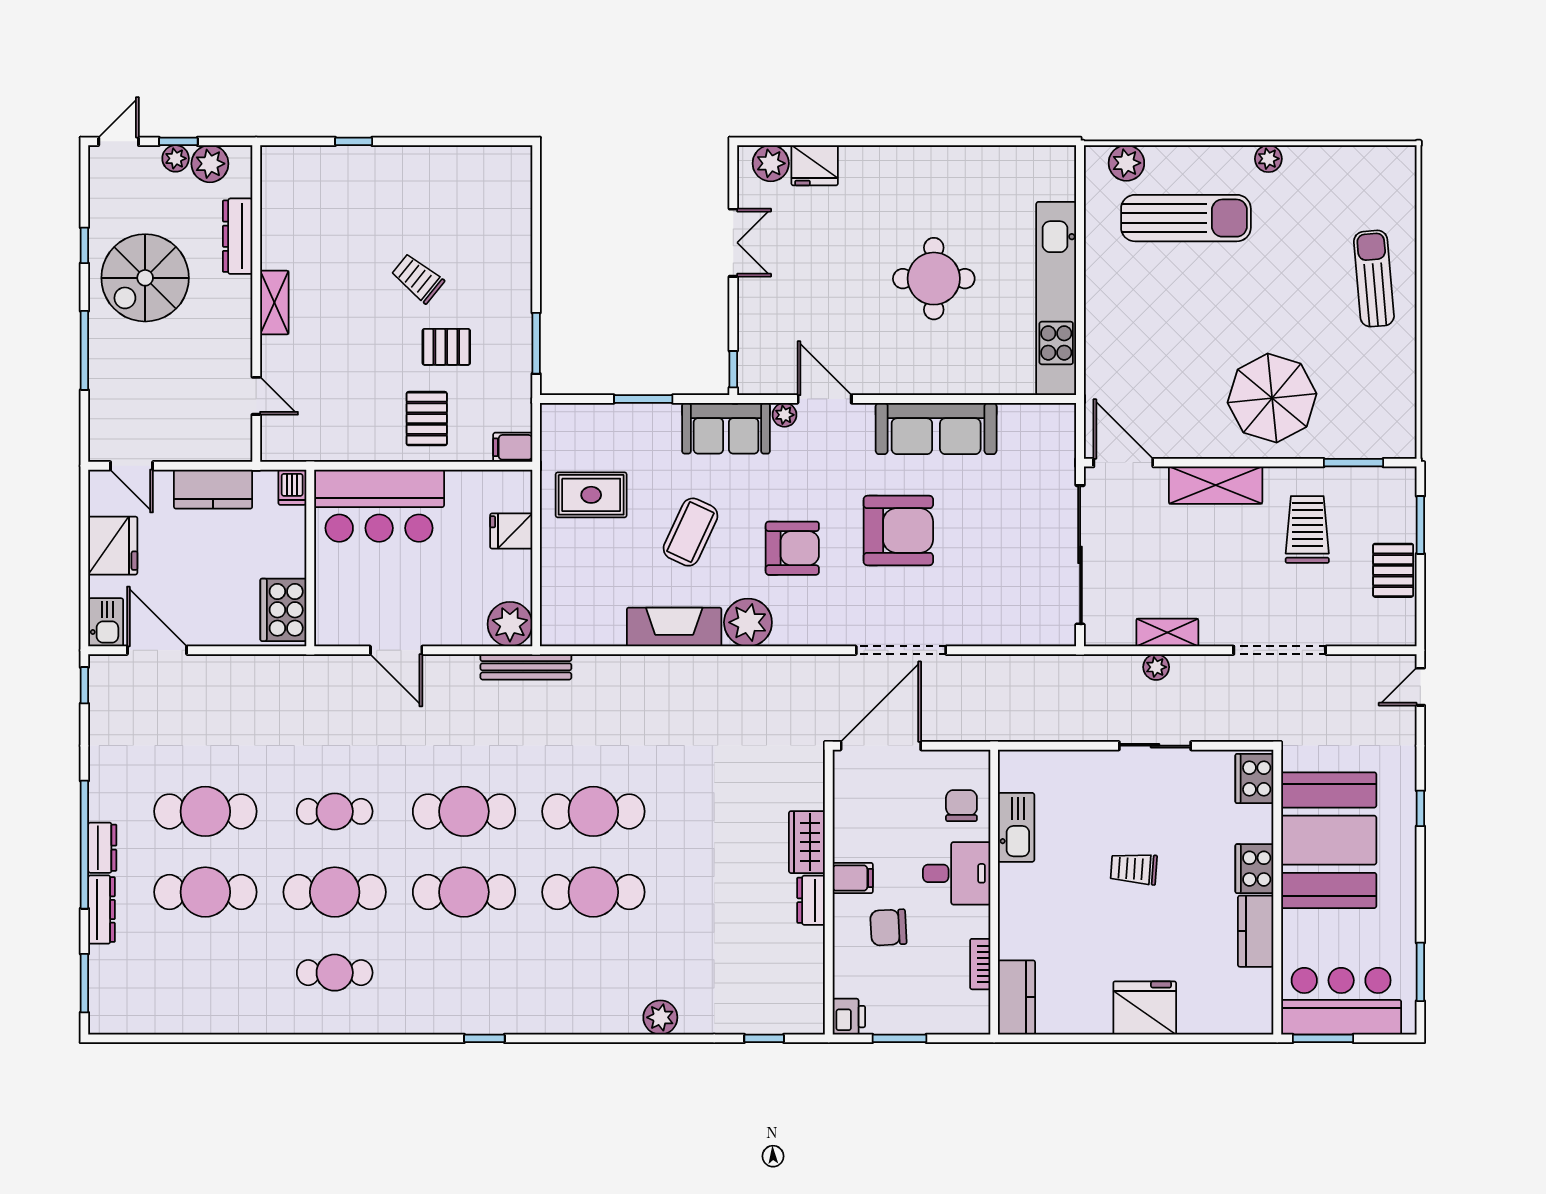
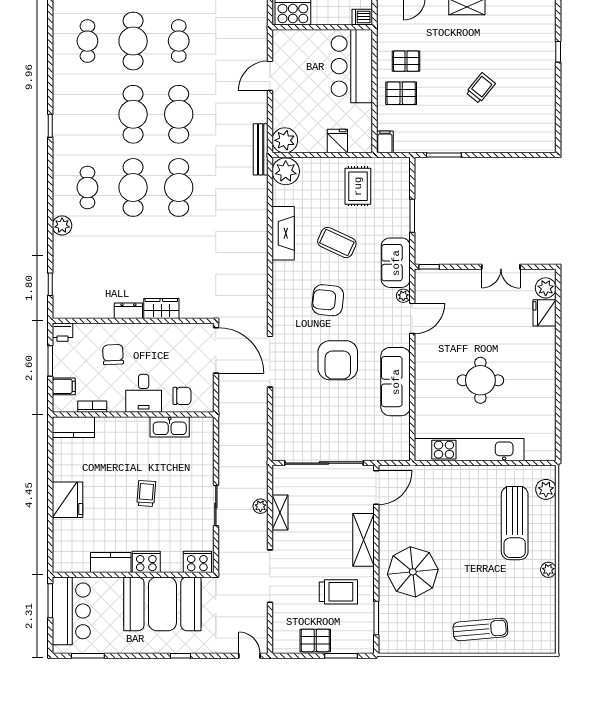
pallet: (446, 347) -> (406, 61), moved, turned 90
armchair: (792, 548) -> (328, 300), turned 96
plant: (748, 622) -> (286, 171), moved
filing cabinet: (853, 878) -> (64, 386), moved, turned -90
cafe table: (593, 973) -> (87, 187), added

